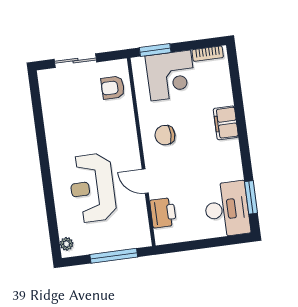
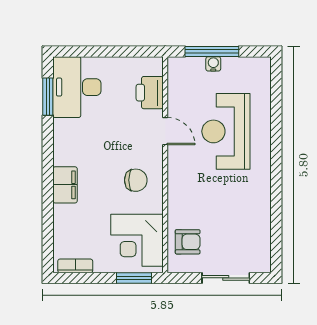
corner desk: (171, 76) -> (137, 240), moved, turned -90
reception desk: (92, 188) -> (226, 131), turned 180
plant: (67, 244) -> (264, 72), removed
water cooler: (111, 245) -> (213, 64), added

